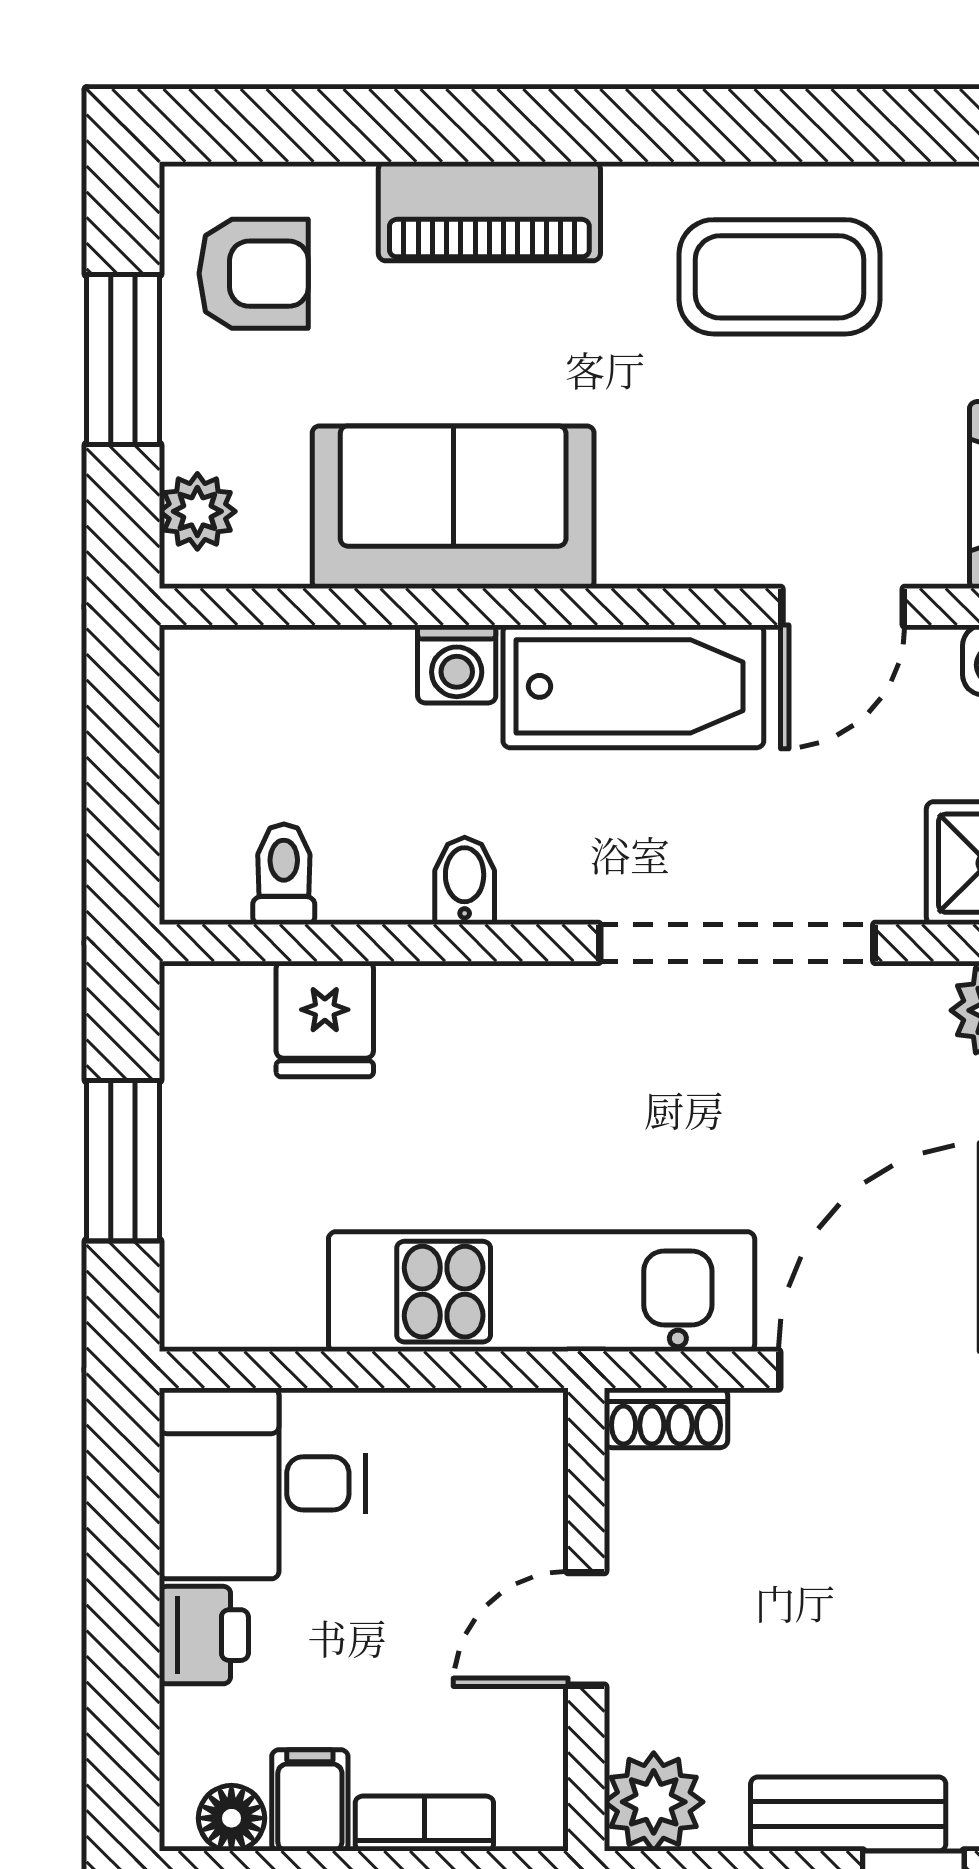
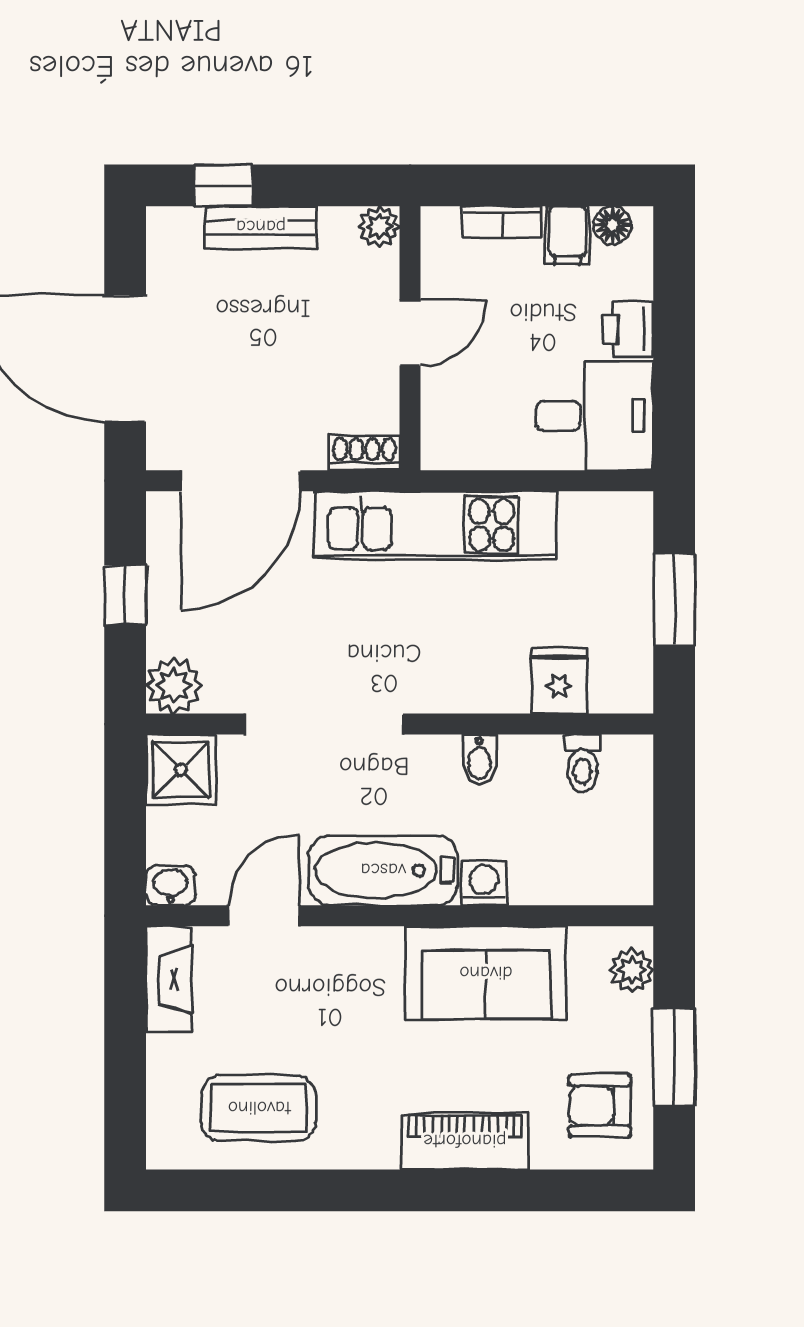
coffee table: (779, 277) -> (259, 1108), moved
plant: (654, 1802) -> (379, 227), width x0.73, depth x0.73

